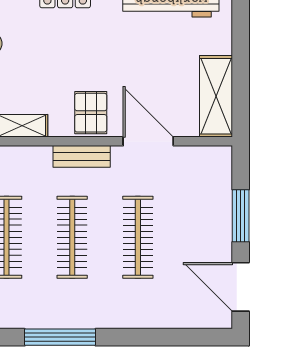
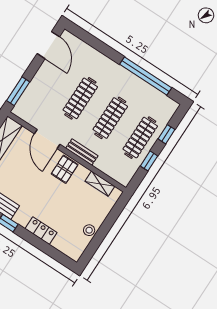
window: (241, 216) -> (18, 91), moved
window: (60, 337) -> (146, 76), width x1.46

